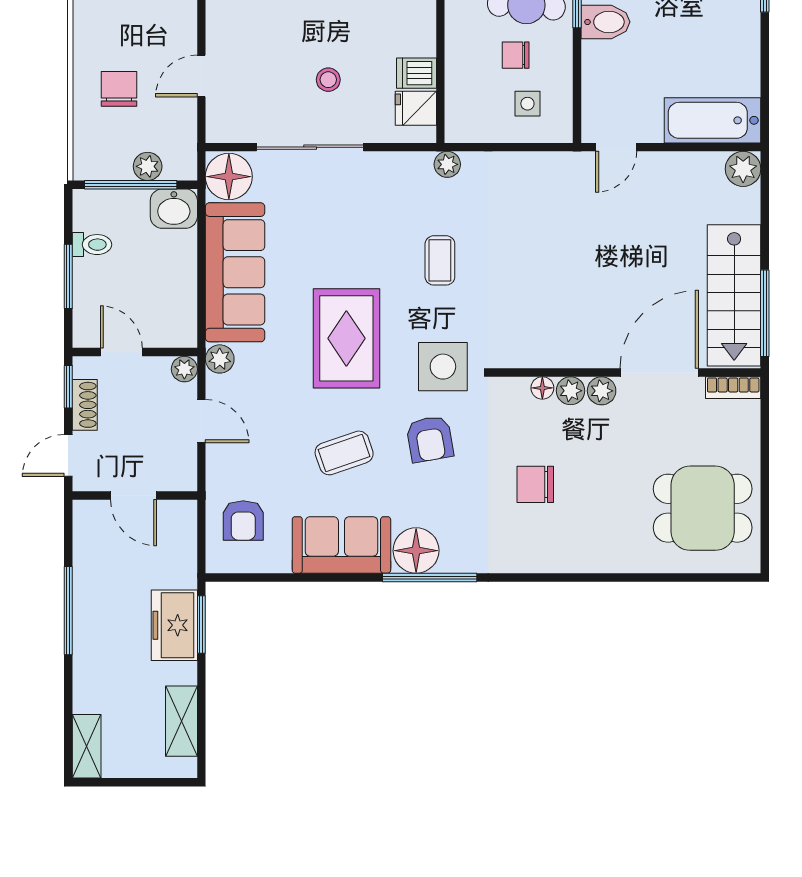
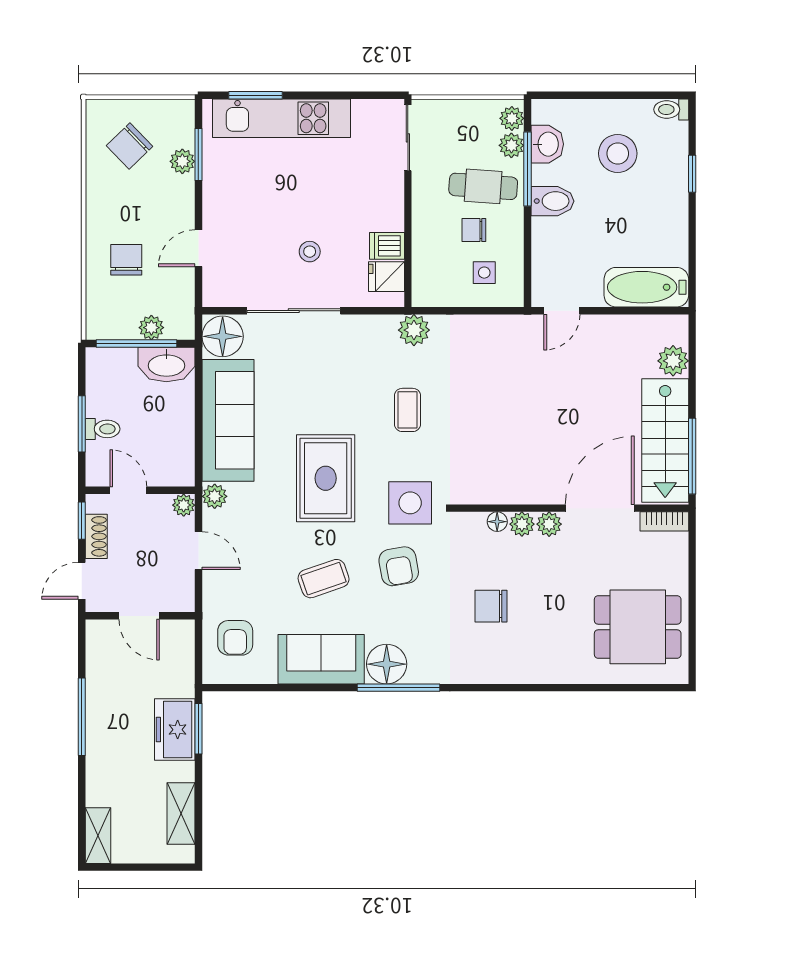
plant: (447, 164) -> (414, 330), width x1.38, depth x1.38
plant: (743, 169) -> (673, 361), moved
washbasin: (174, 209) -> (166, 365), width x1.38
toilet: (92, 245) -> (103, 429), moved

